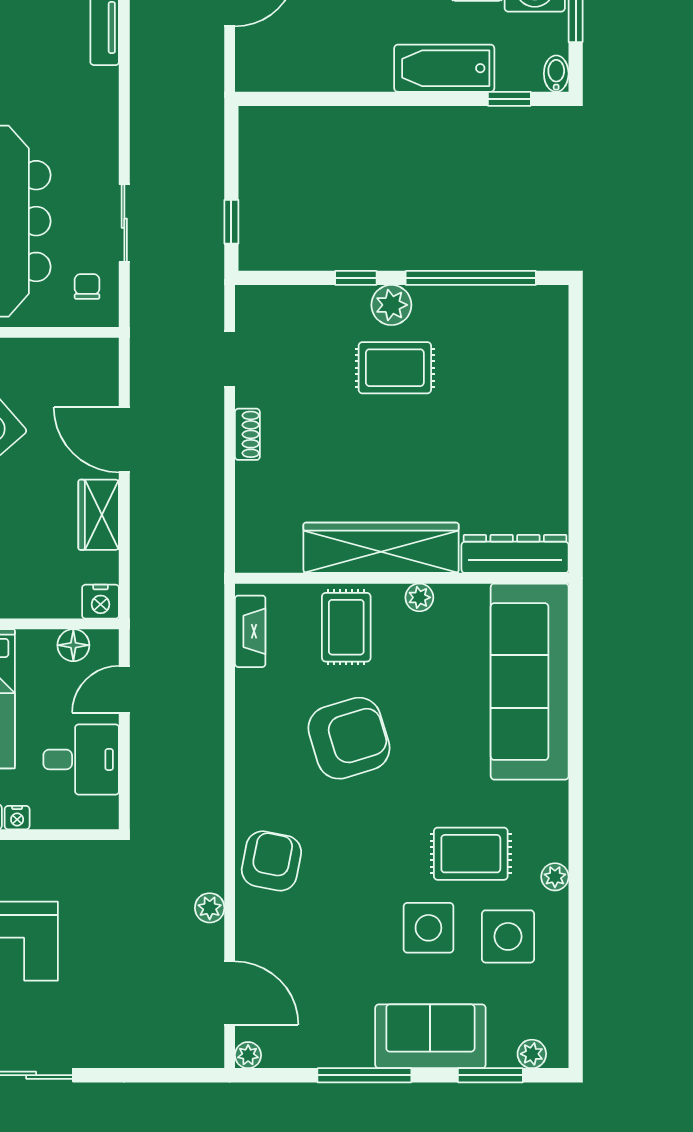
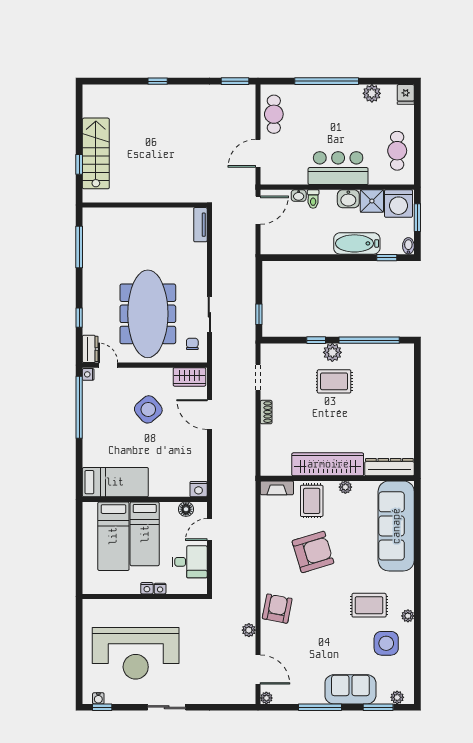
wardrobe: (99, 515) -> (189, 377), moved, turned -90
fireplace: (250, 631) -> (277, 488), moved, turned 90
side table: (428, 928) -> (350, 639), removed

